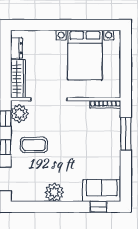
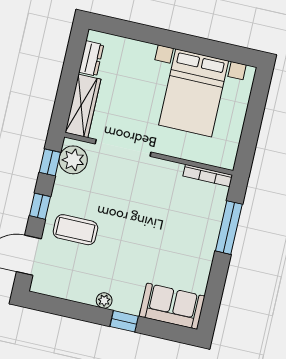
coffee table: (34, 145) -> (75, 230), moved
plant: (54, 192) -> (104, 301), width x0.53, depth x0.53
window: (98, 207) -> (124, 321), moved

